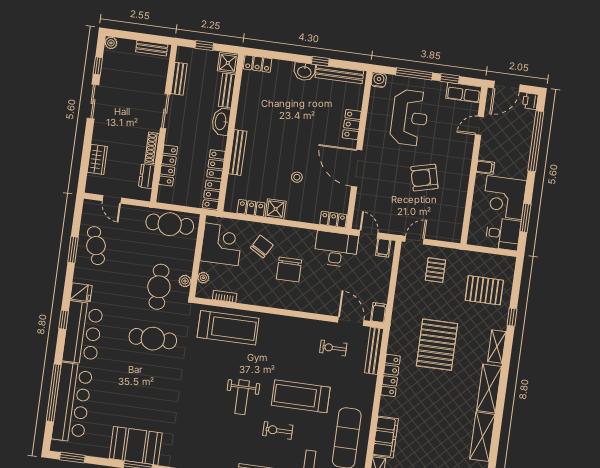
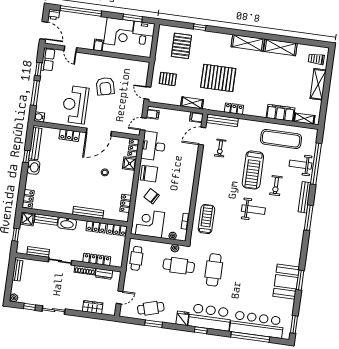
reception desk: (410, 118) -> (75, 105), moved, turned -90
shower: (276, 209) -> (130, 164), moved
cafe table: (170, 224) -> (136, 258), width x0.73, depth x0.74
chair: (289, 270) -> (149, 174), moved
treadmill: (228, 328) -> (206, 219), width x0.73, depth x0.73
shelving: (497, 347) -> (192, 103), moved
locker: (391, 375) -> (234, 109), width x0.66

